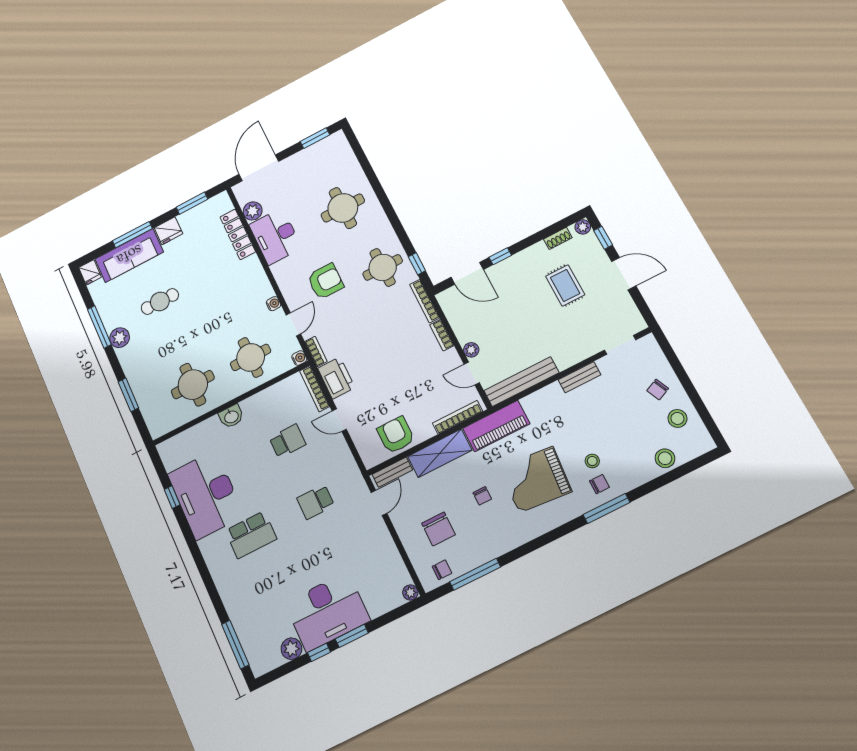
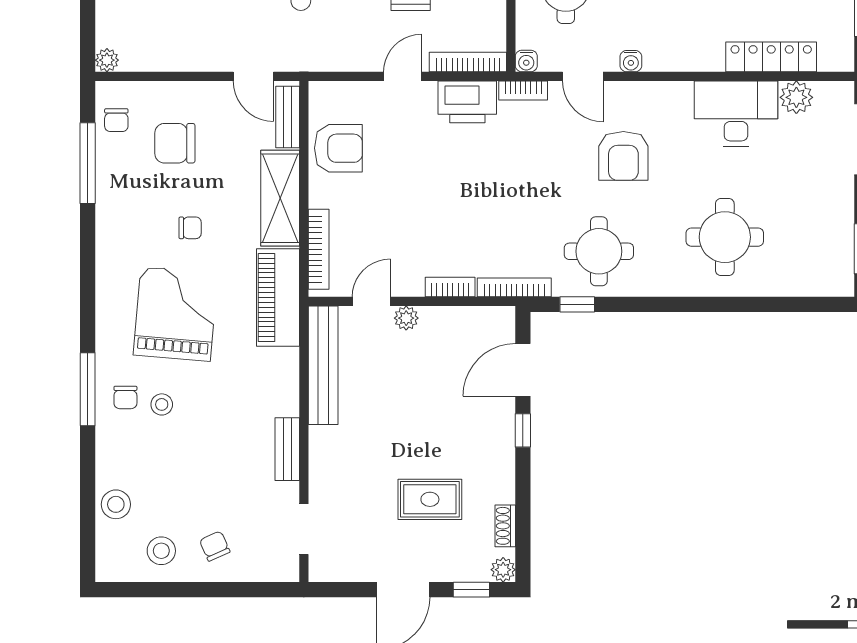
chair: (482, 496) -> (190, 228), turned 180

